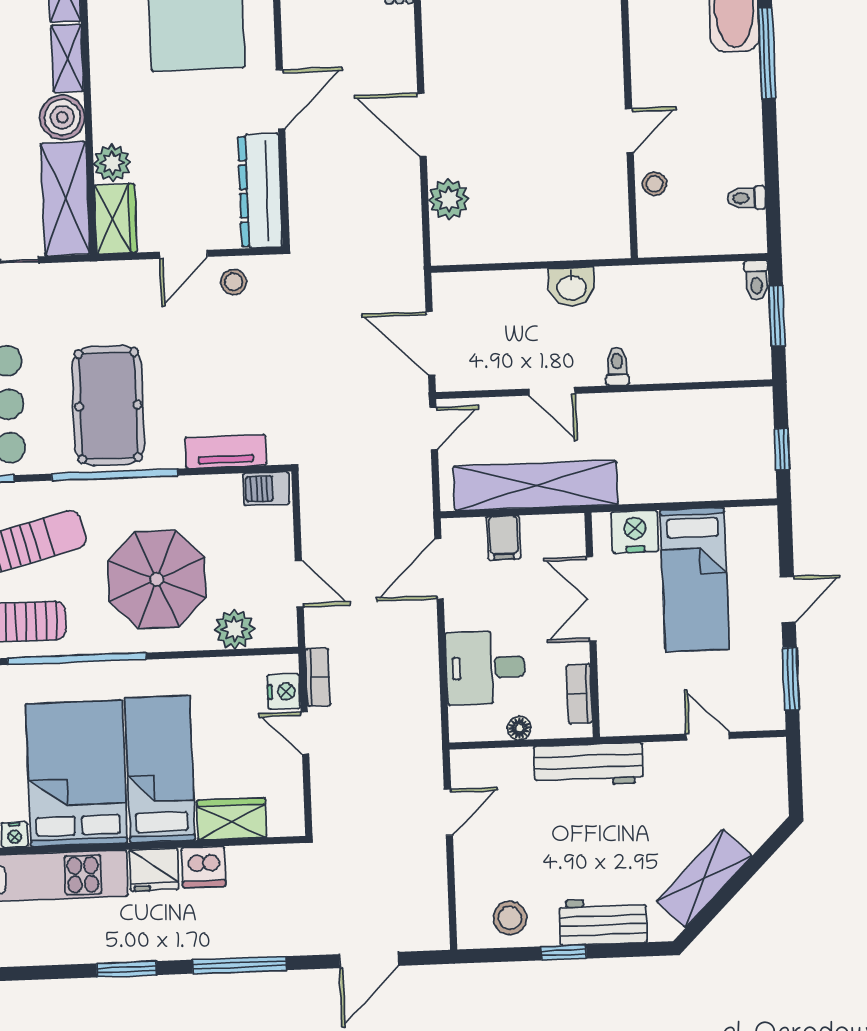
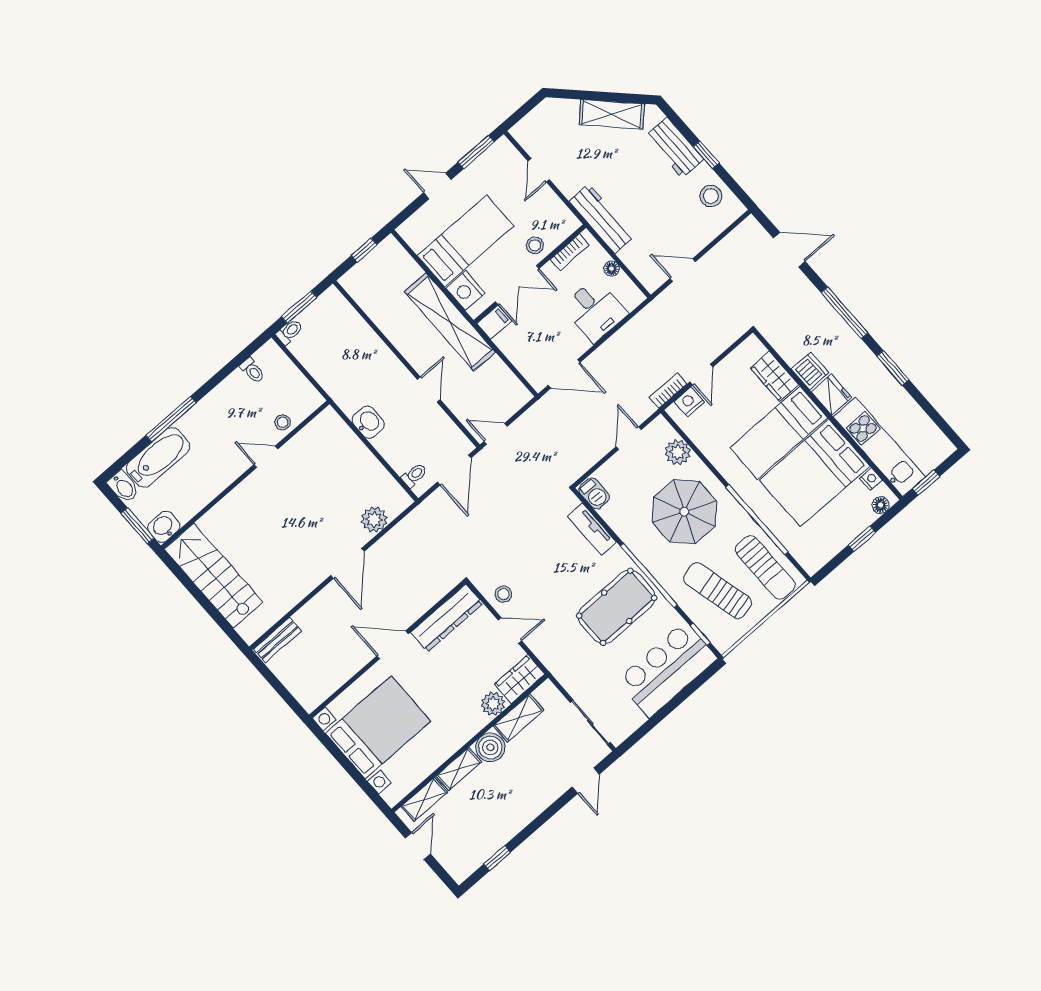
shelving: (65, 199) -> (519, 718), width x0.67, depth x0.75
toilet: (617, 366) -> (414, 475), moved, turned 180
shelving: (535, 485) -> (450, 322), moved
filing cabinet: (504, 538) -> (494, 322), moved
stool: (622, 659) -> (535, 245), added

